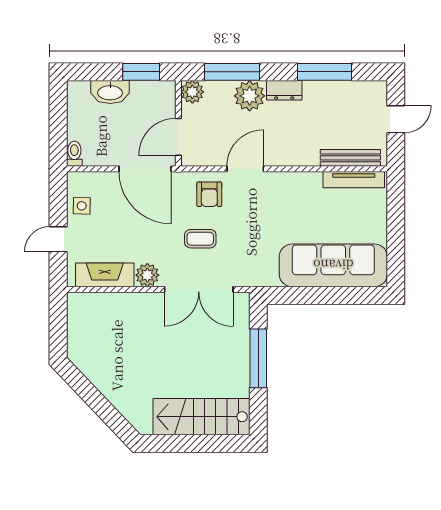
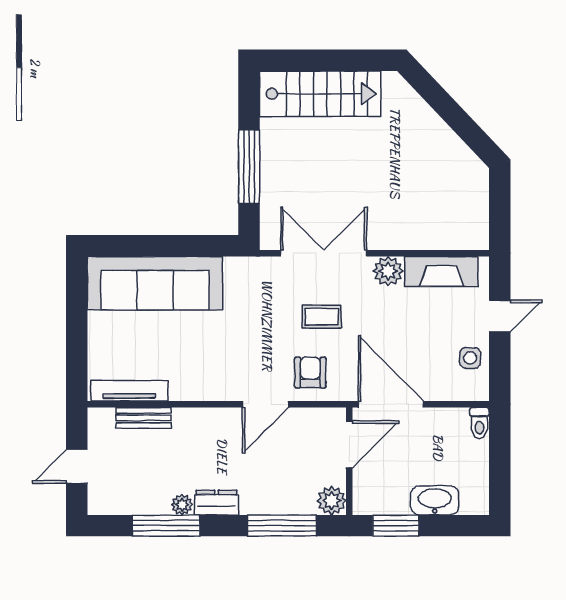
plant: (250, 96) -> (182, 505), moved, width x0.53, depth x0.53
bench: (350, 158) -> (144, 418), width x0.73

